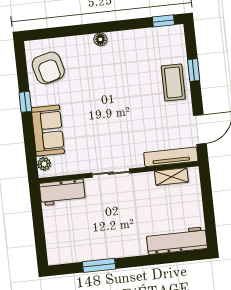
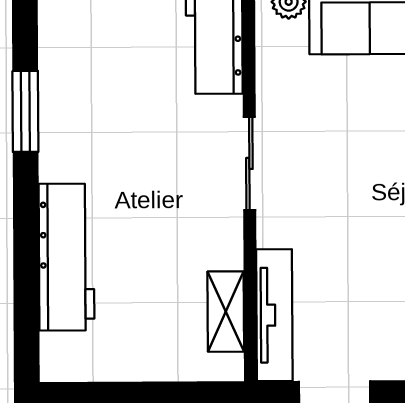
workbench: (177, 241) -> (67, 257), moved

